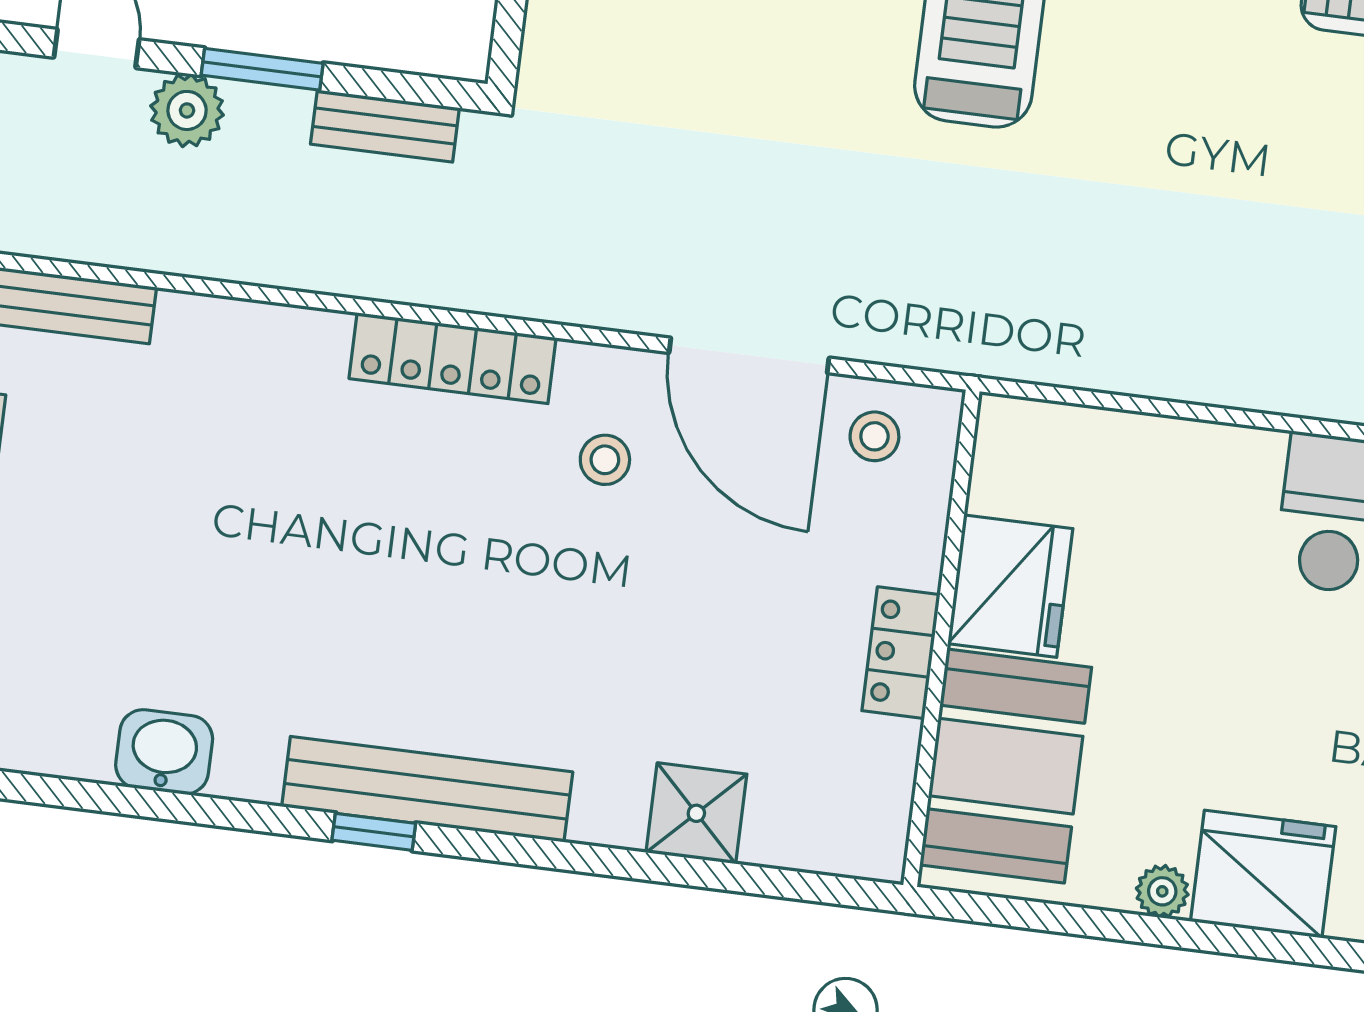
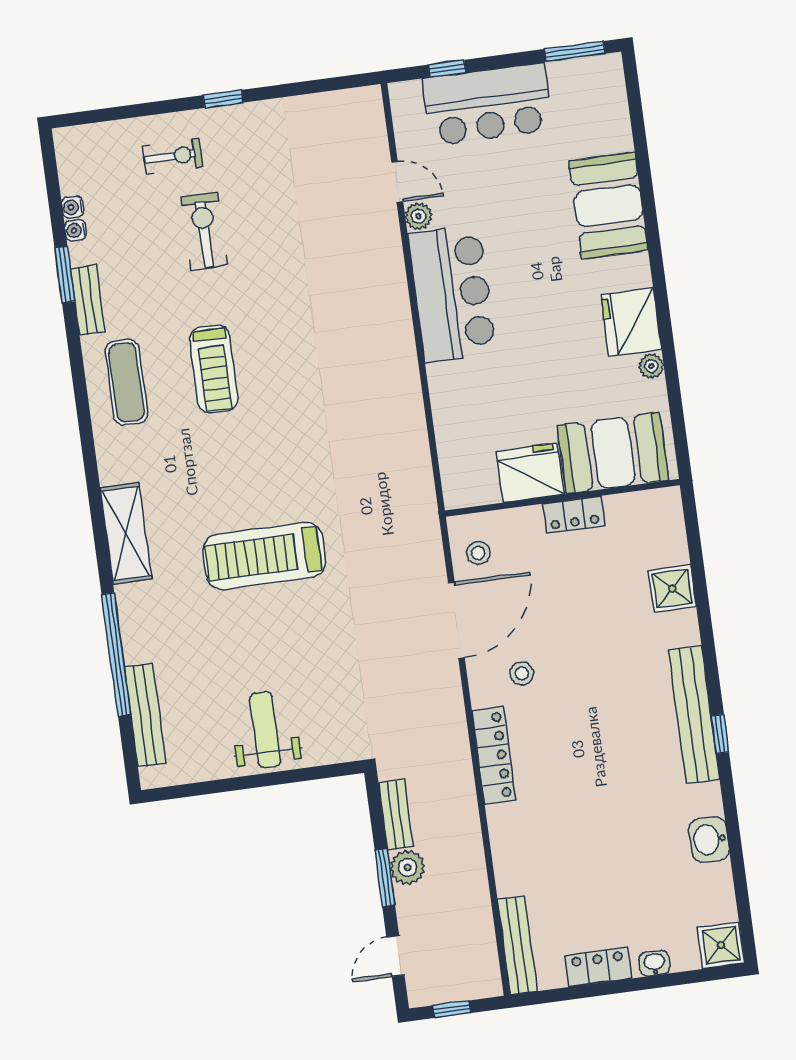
plant: (187, 110) -> (407, 867), moved

